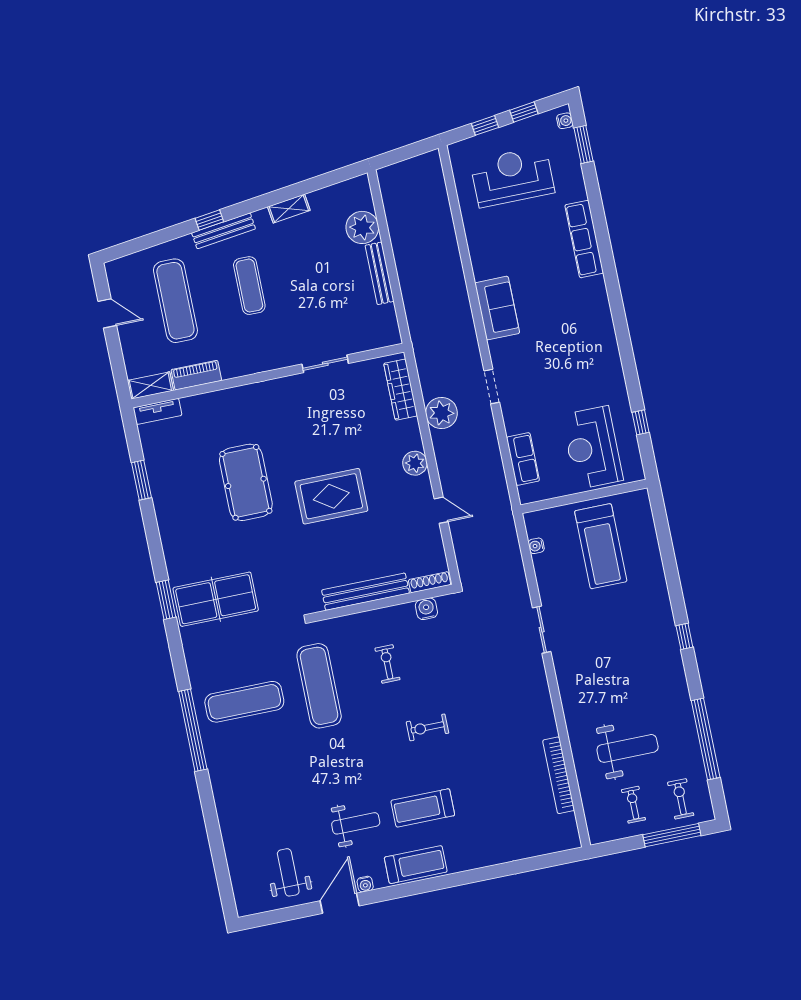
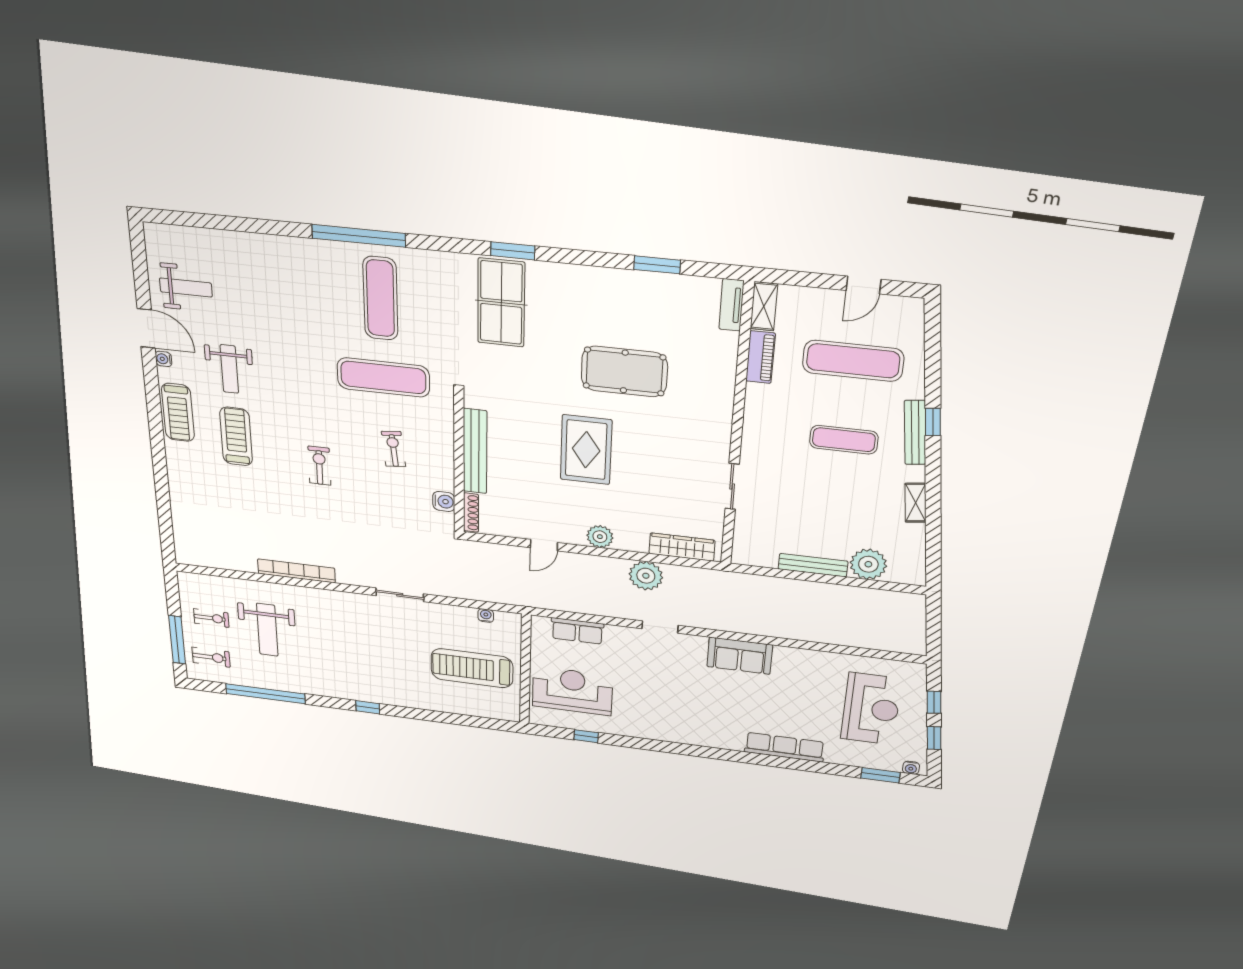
exercise bike: (387, 664) -> (393, 449), turned -96
bookcase: (559, 775) -> (296, 571), moved

